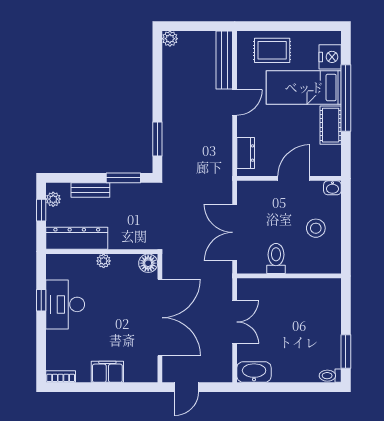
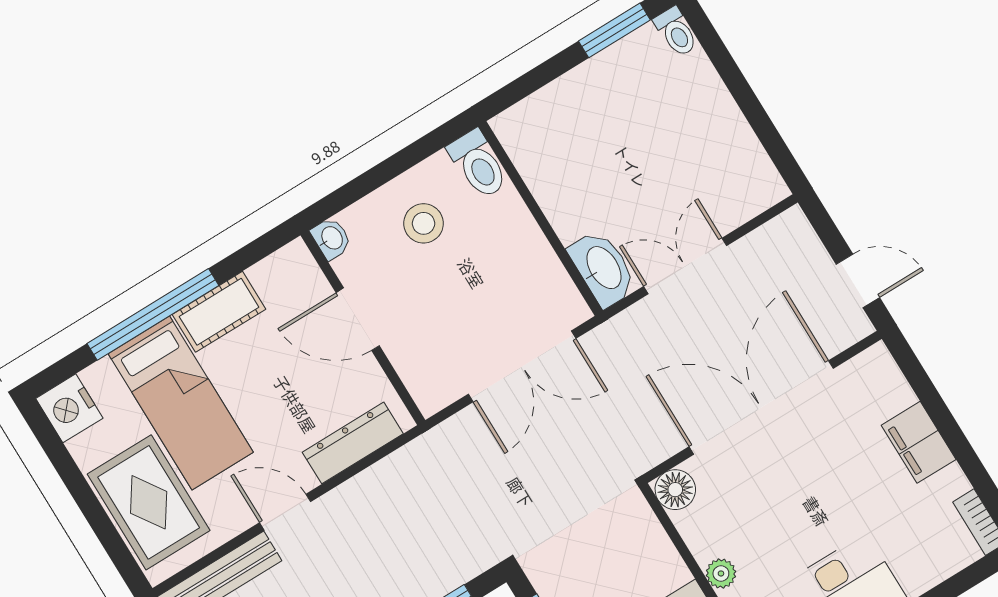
rug: (272, 50) -> (149, 502), width x1.36, depth x1.43
nightstand: (330, 57) -> (69, 408), moved, turned -90
dresser: (246, 153) -> (353, 443), width x1.44
toilet: (276, 258) -> (478, 164), moved, turned -90
washbasin: (254, 372) -> (603, 268), moved, turned 180

